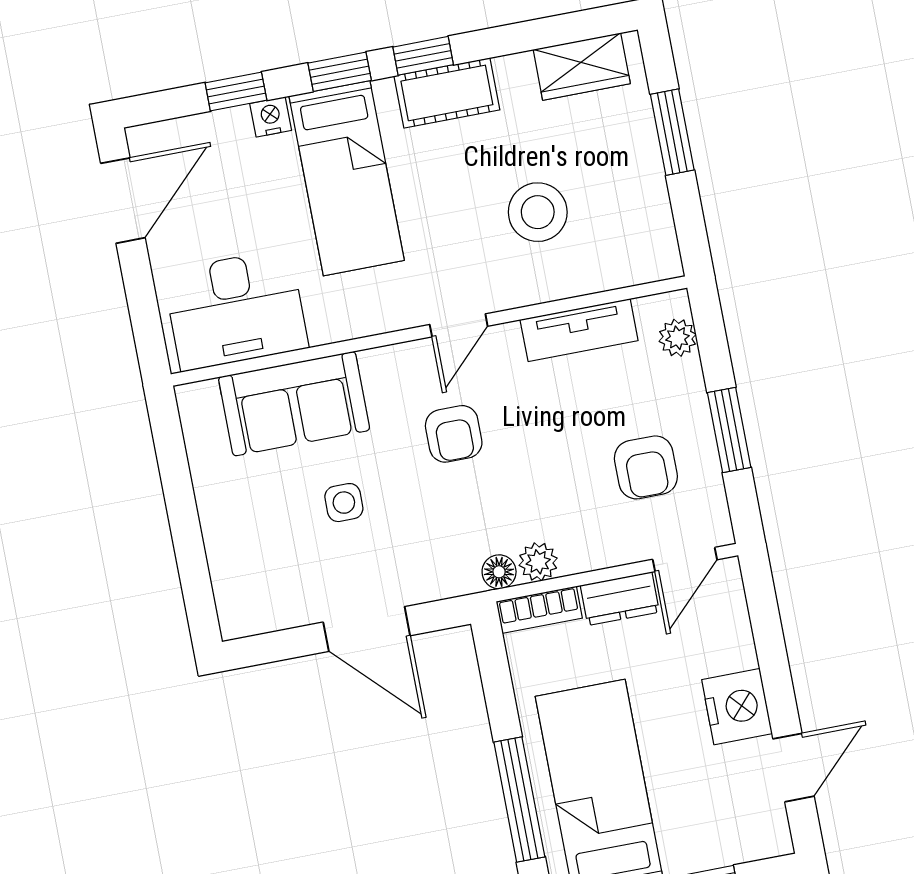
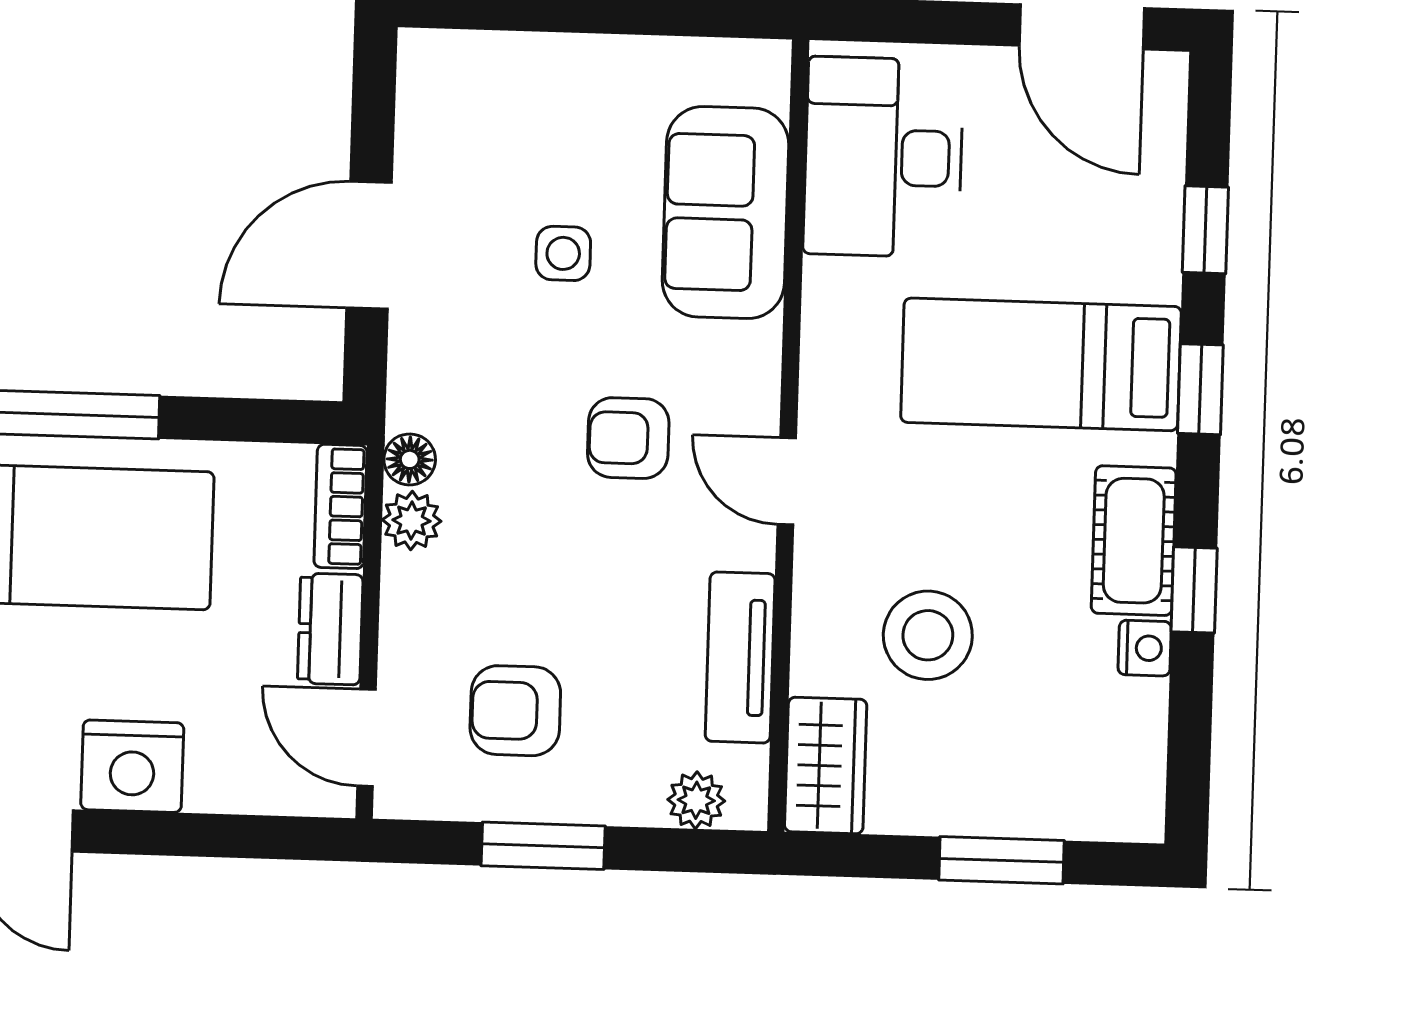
window: (423, 56) -> (1194, 590), moved
wardrobe: (582, 67) -> (826, 766), moved, turned 180
nightstand: (271, 117) -> (1145, 648), moved

